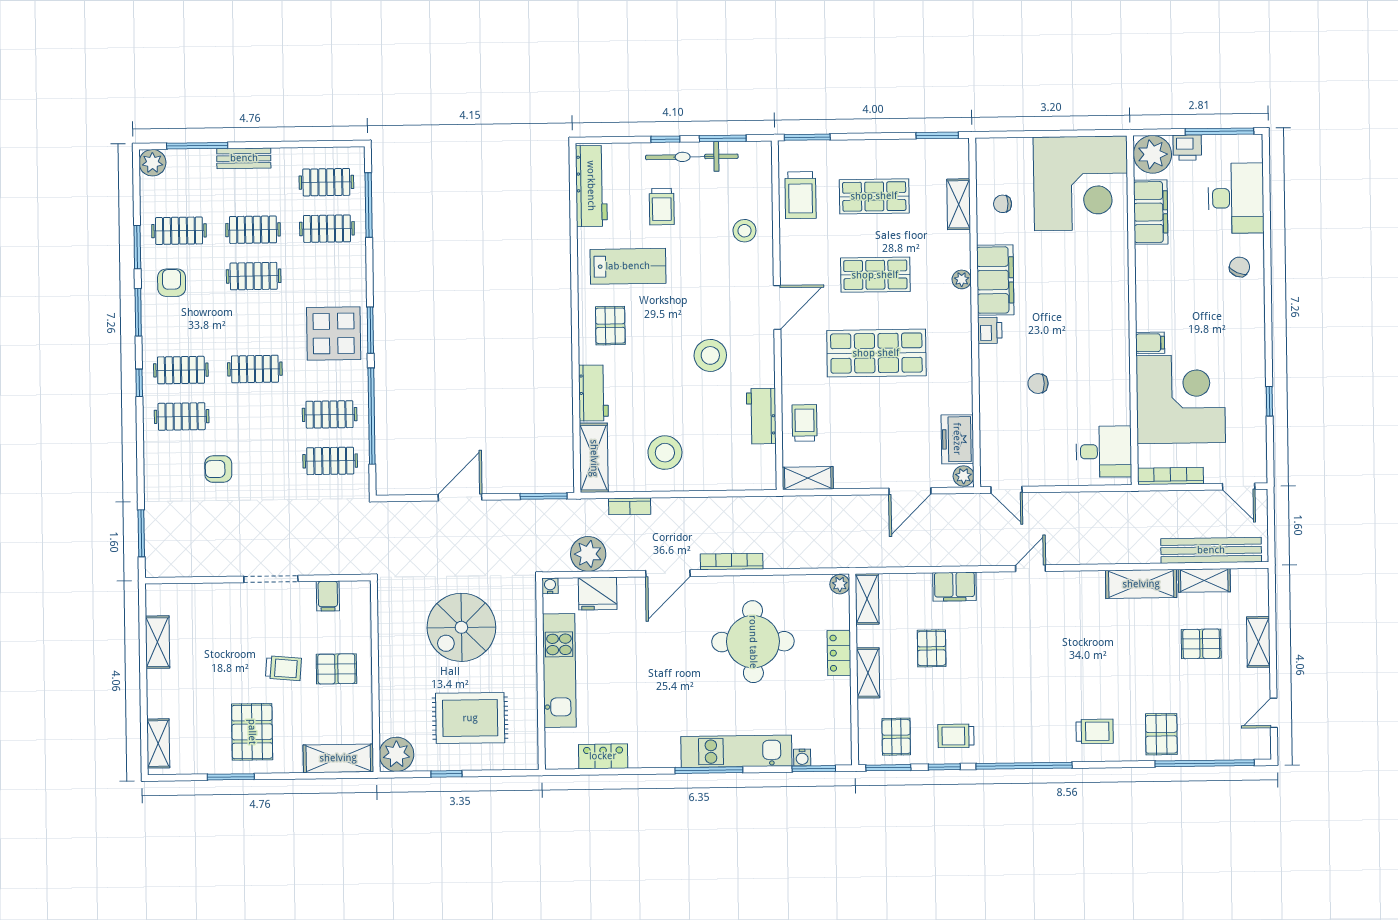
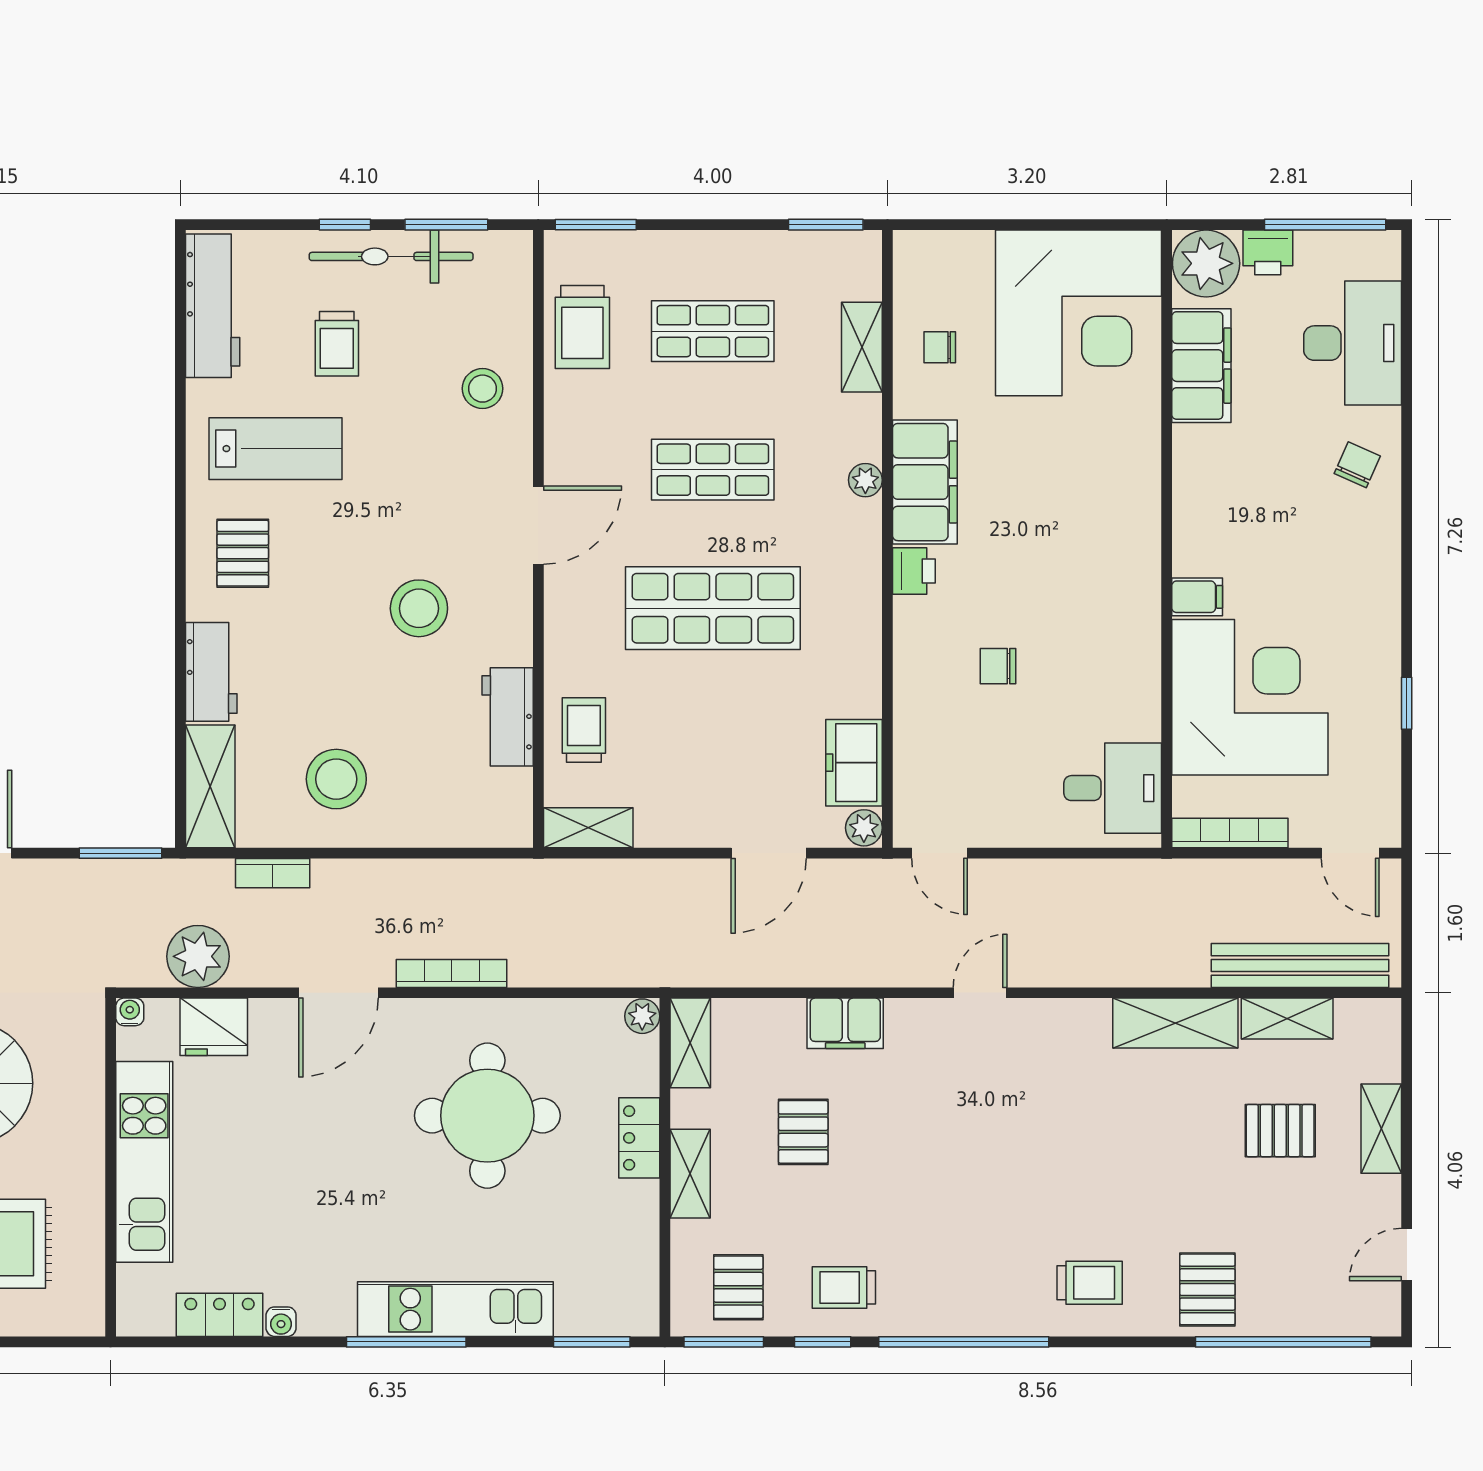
water cooler: (802, 757) -> (281, 1322), moved

